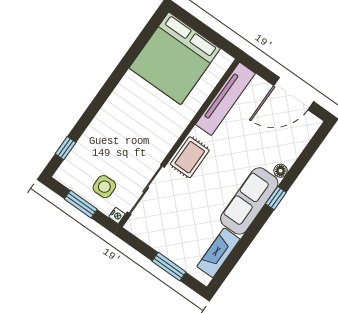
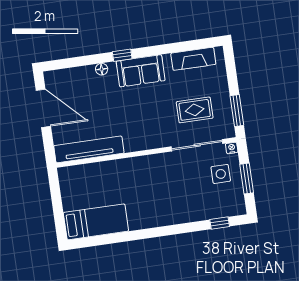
bed: (175, 58) -> (96, 222), width x0.49
rug: (190, 157) -> (195, 110), moved
sofa: (249, 201) -> (141, 71), width x0.73
window: (169, 267) -> (237, 111), moved

